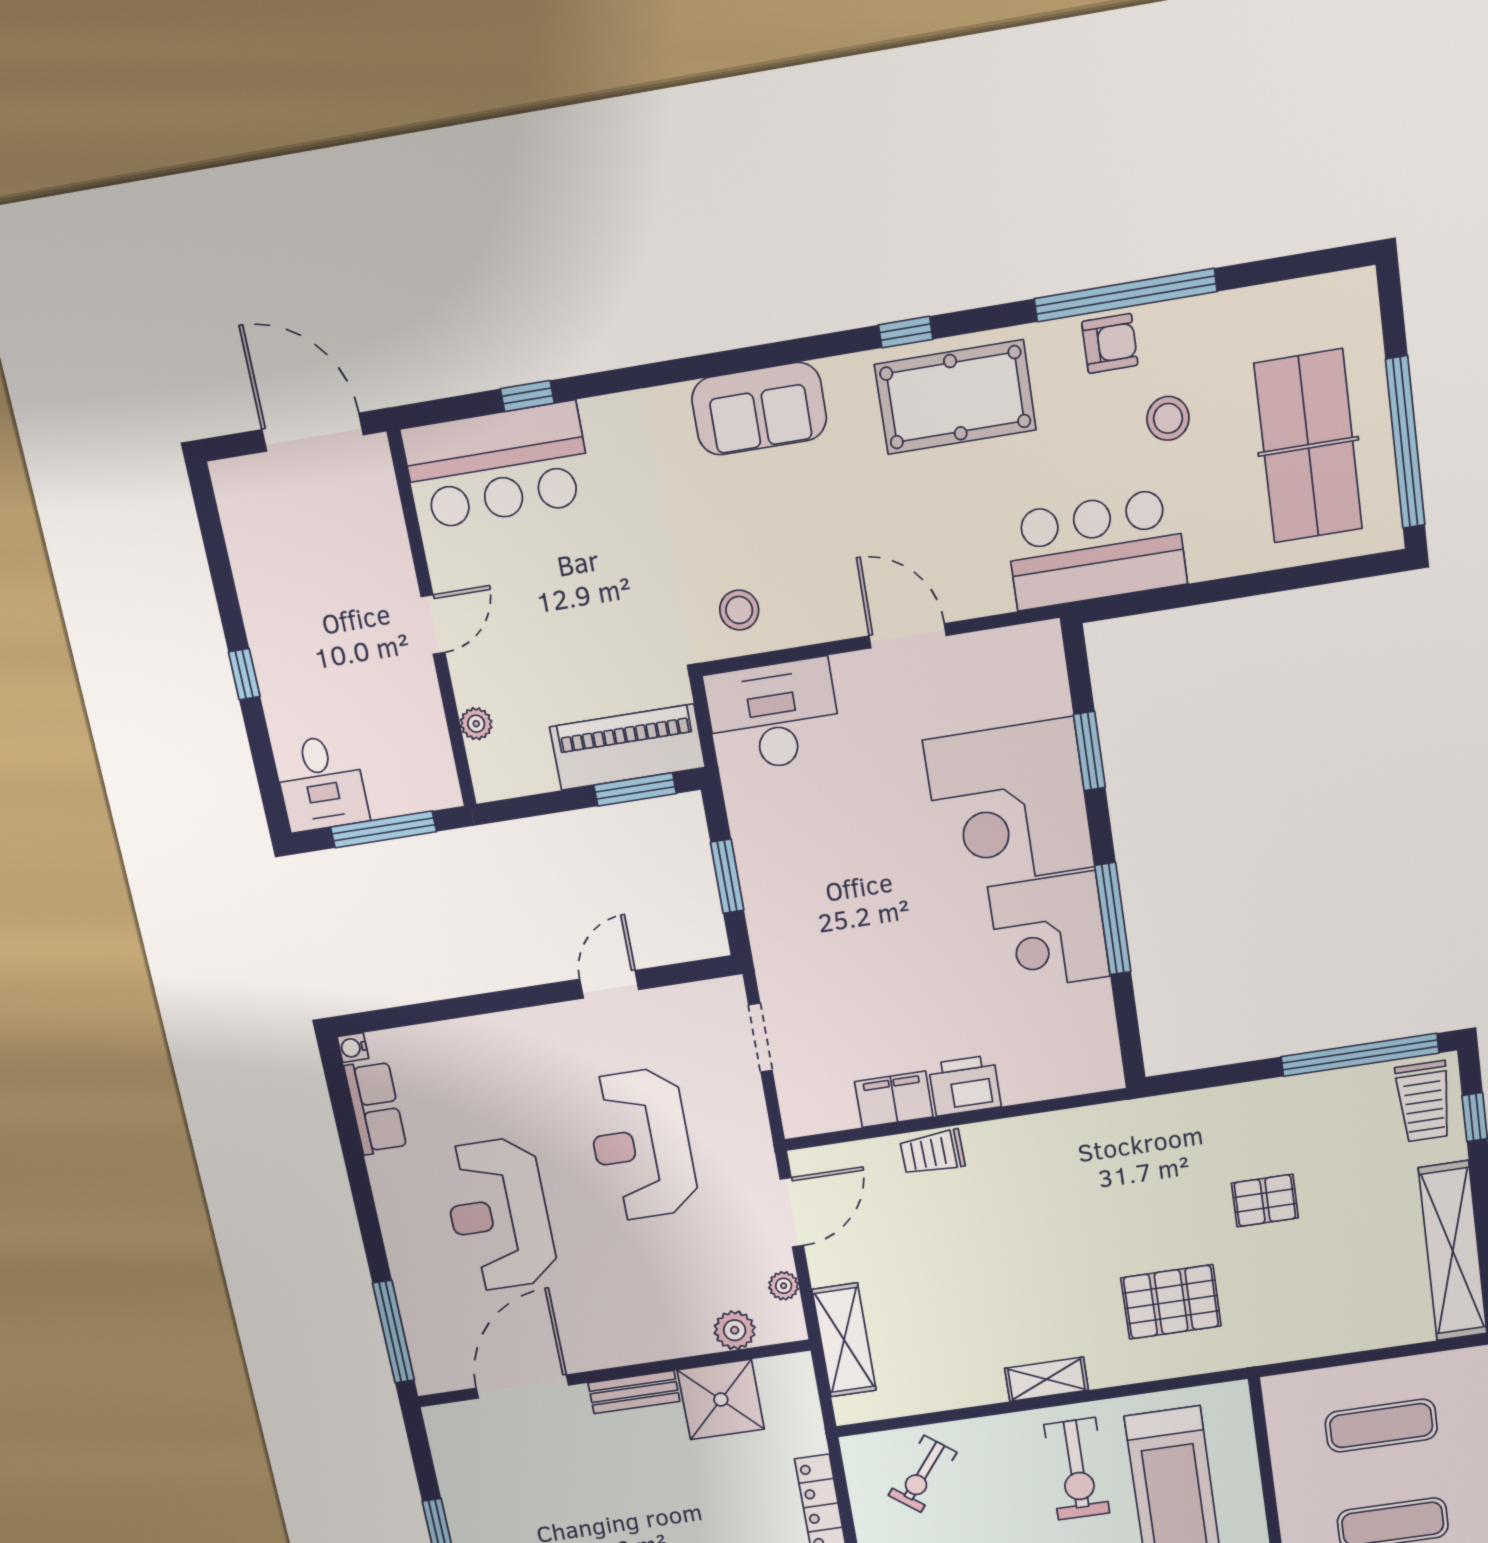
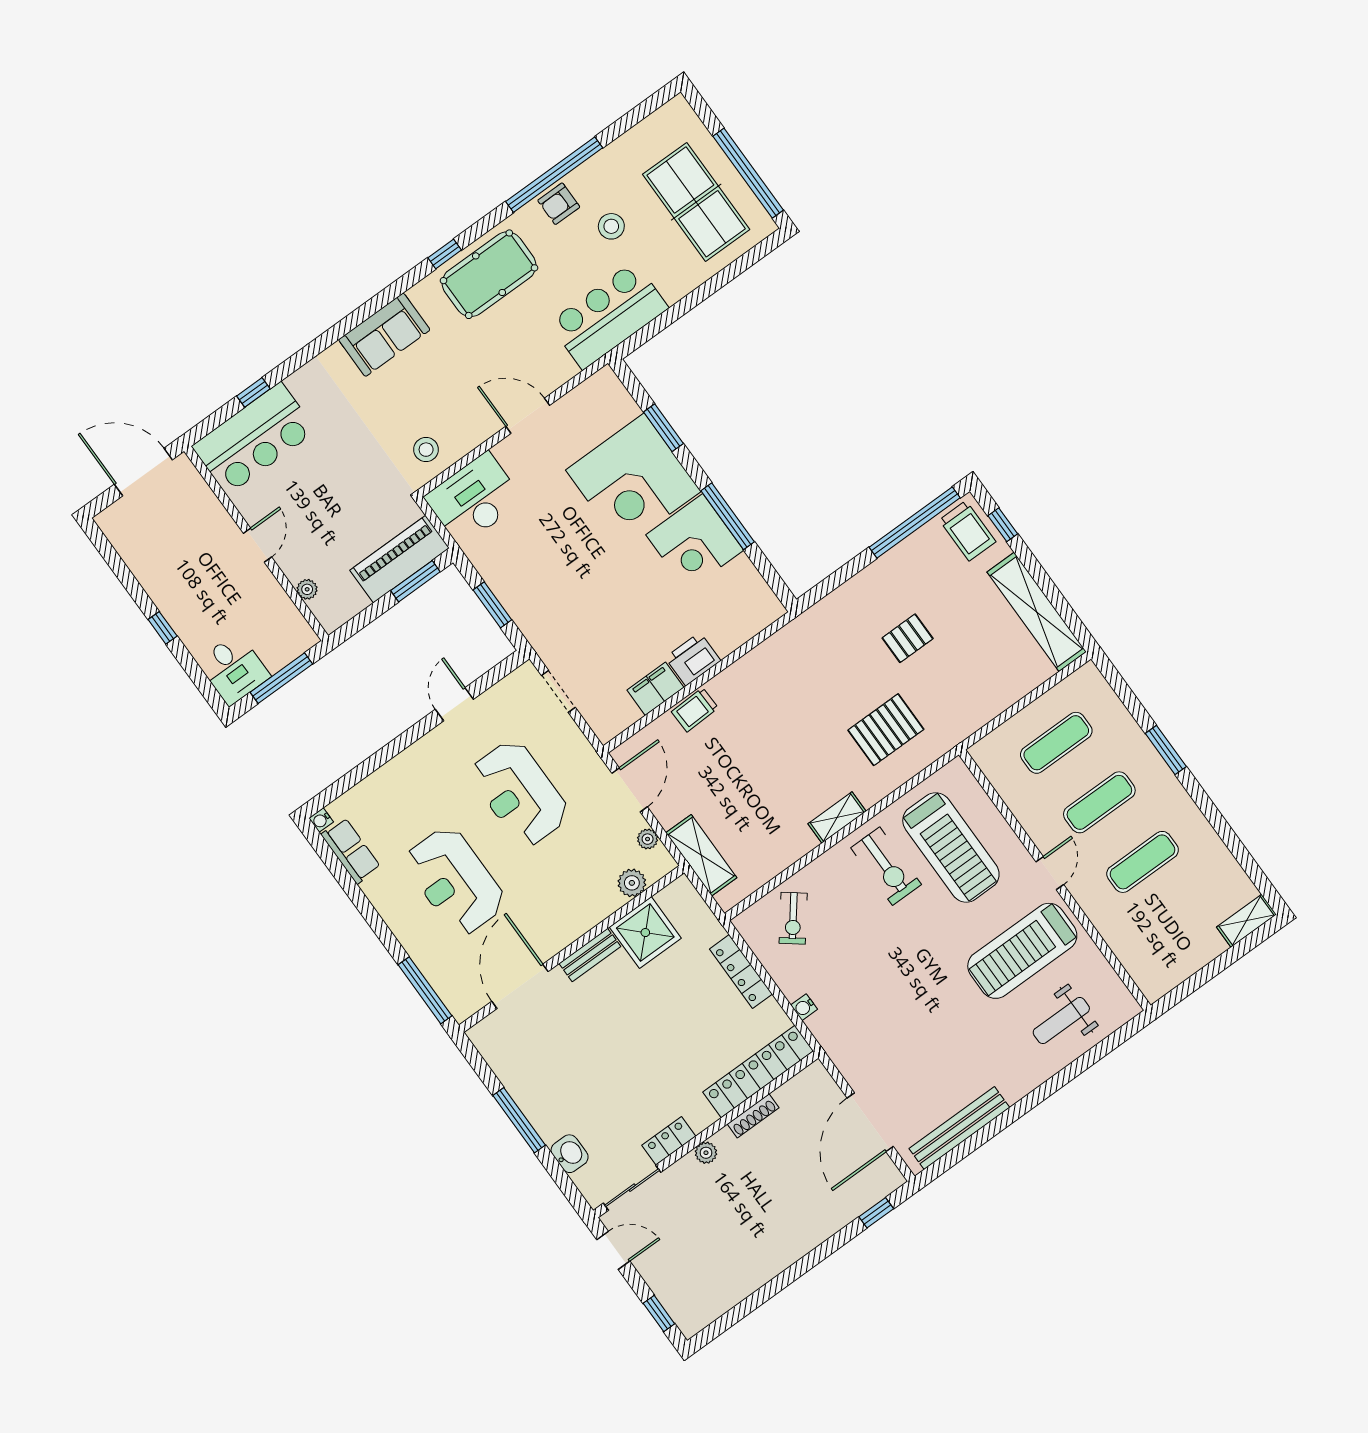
armchair: (1110, 343) -> (559, 204), turned 180

